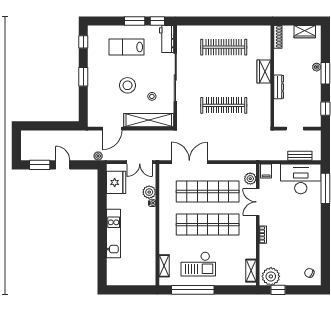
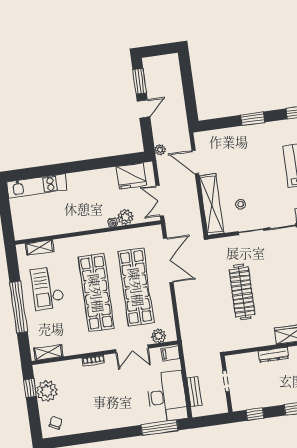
stool: (127, 85) -> (250, 173), removed
double door: (258, 202) -> (132, 349), swing flipped
kitchen unit: (114, 234) -> (37, 186), moved
plant: (271, 276) -> (47, 391), moved
window: (193, 290) -> (19, 307), moved

